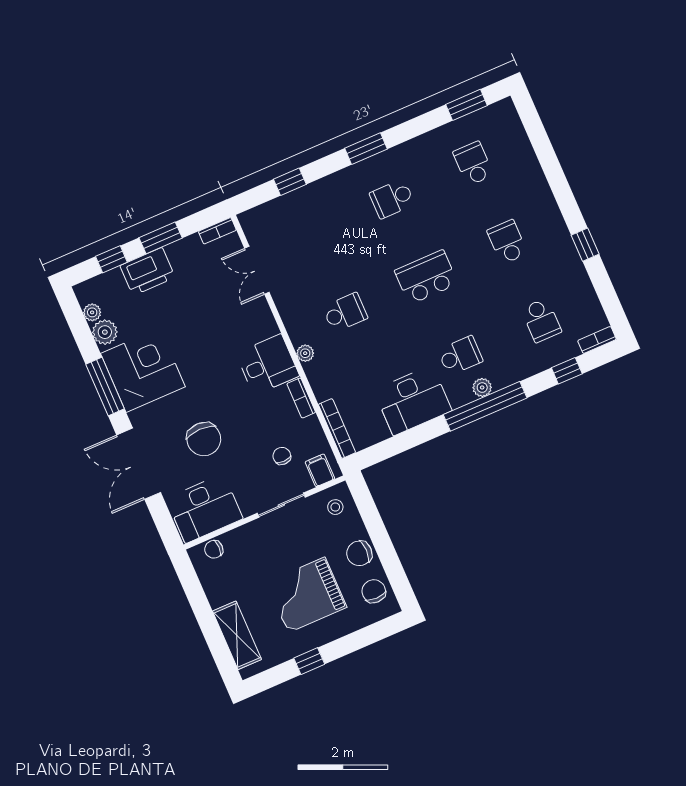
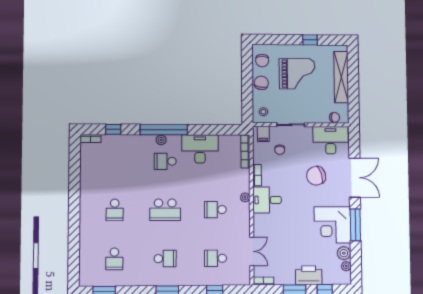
window: (585, 245) -> (74, 191), removed
school desk: (541, 320) -> (216, 258), moved, turned -90
chair: (204, 439) -> (316, 176), turned -108
chair: (359, 553) -> (261, 83), turned -80
shelving: (237, 635) -> (341, 77), width x1.47

